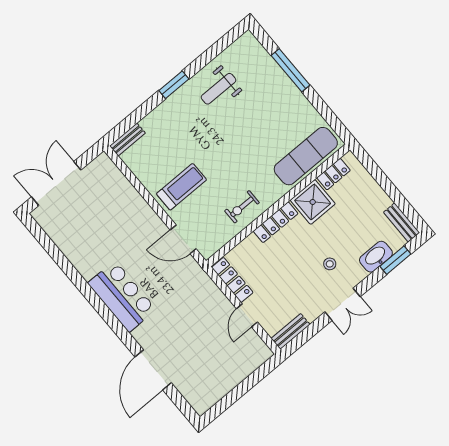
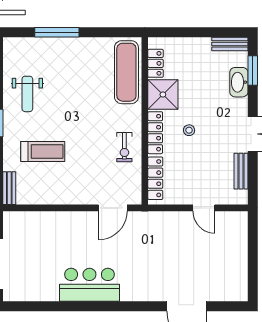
treadmill: (181, 187) -> (43, 151), moved, turned 90
stool: (330, 264) -> (189, 130), moved
locker: (232, 280) -> (155, 178), moved, turned 90
bar counter: (122, 296) -> (89, 285), moved
bench: (290, 331) -> (241, 171), moved

